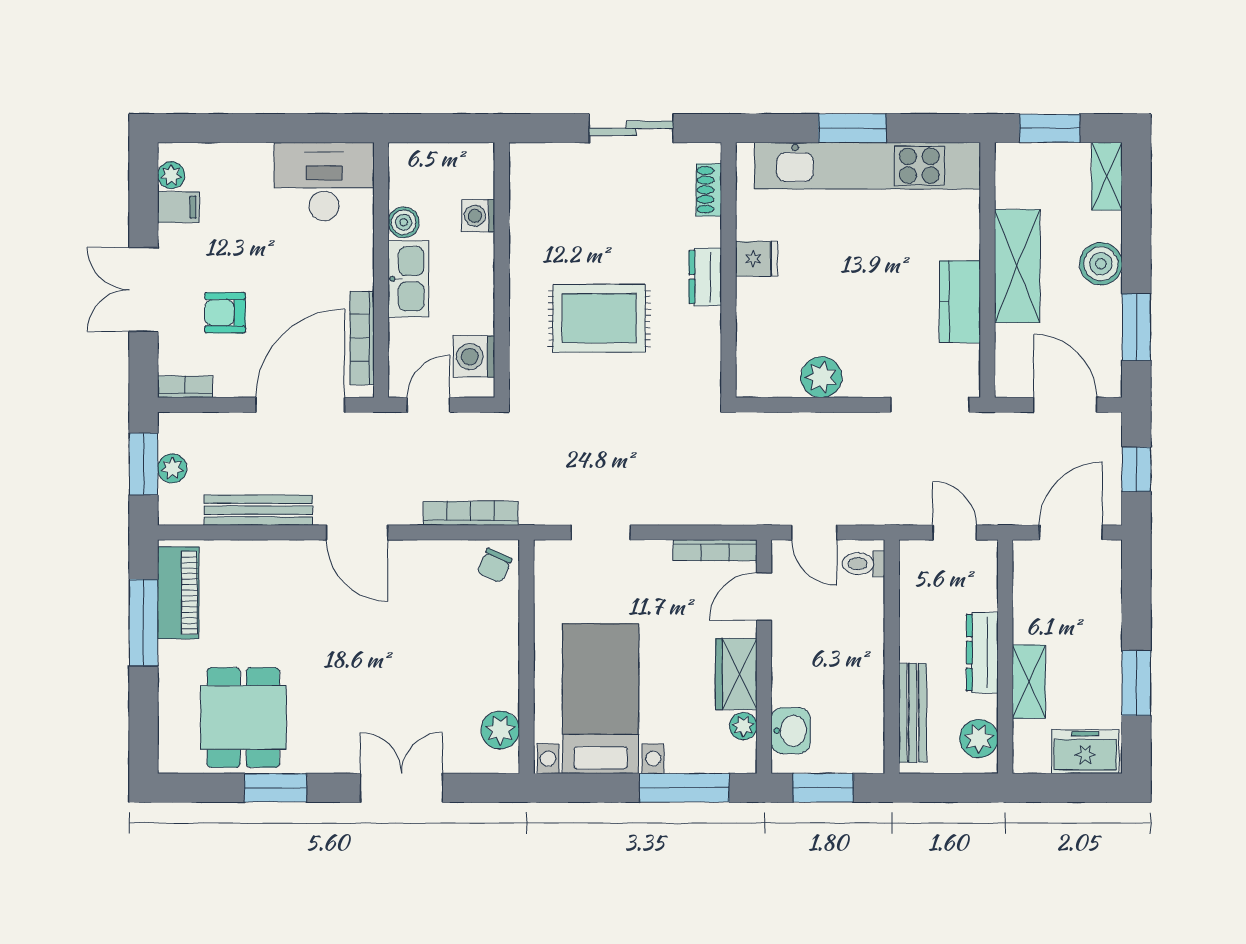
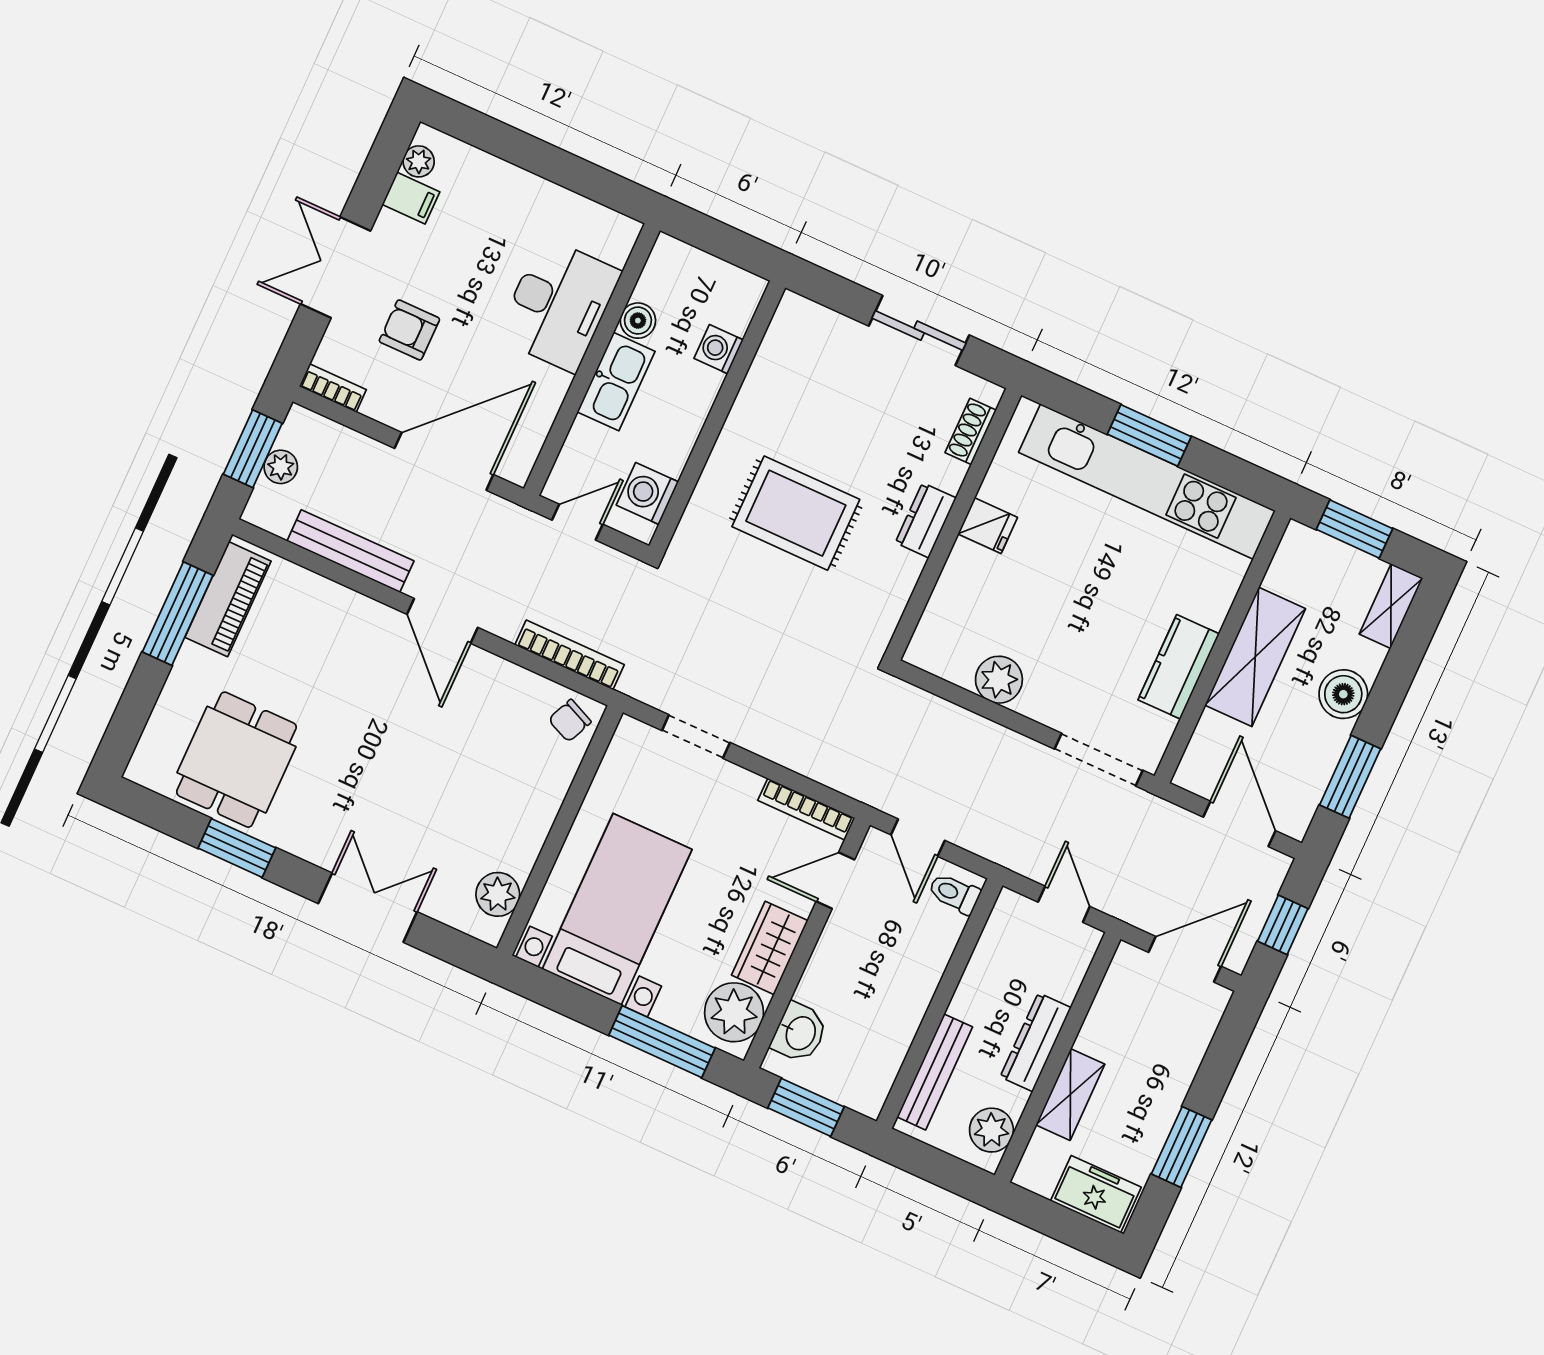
desk: (324, 182) -> (559, 305), moved, turned 90
bookcase: (362, 338) -> (540, 421), removed
plant: (743, 726) -> (734, 1012), width x1.88, depth x1.88

